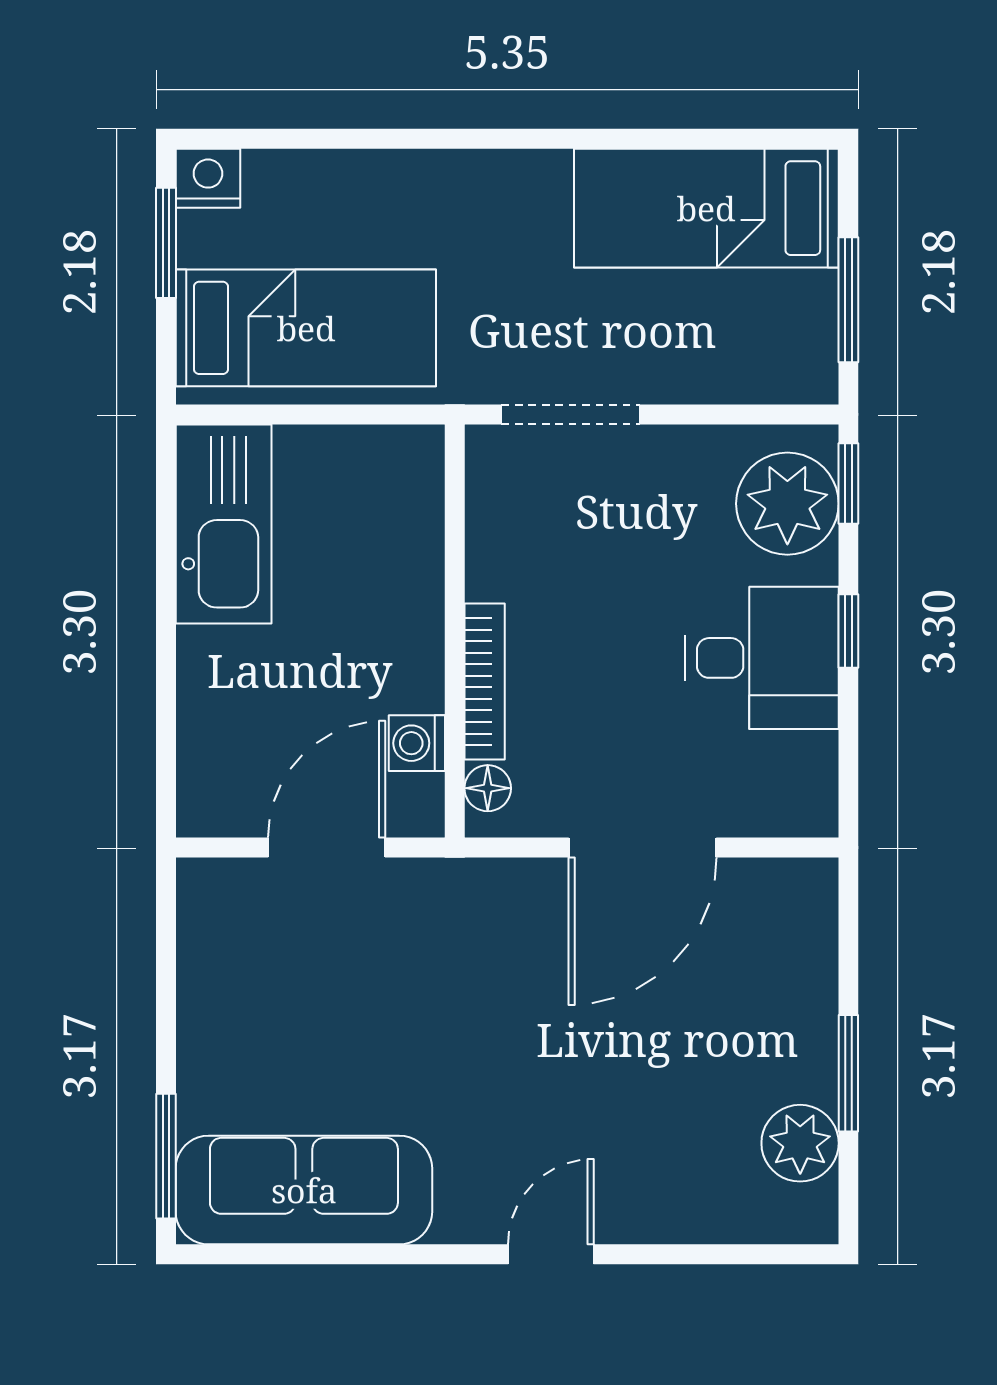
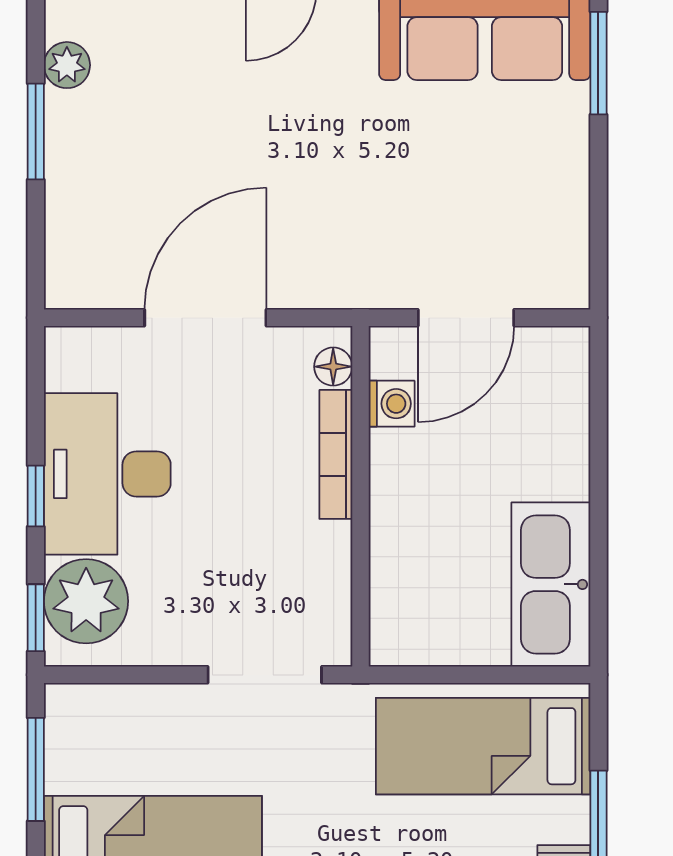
desk: (762, 658) -> (107, 474), width x1.37
plant: (800, 1143) -> (67, 65), width x0.73, depth x0.73

